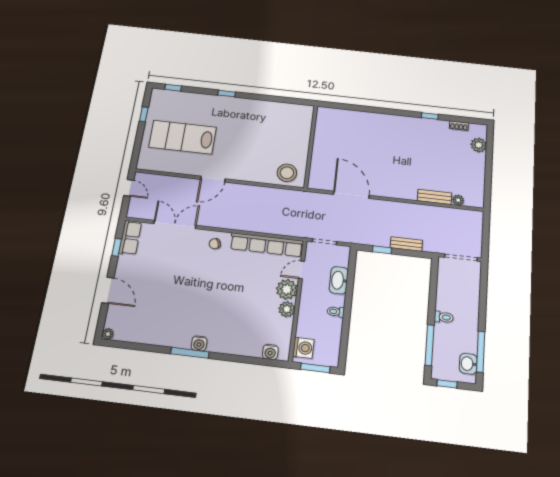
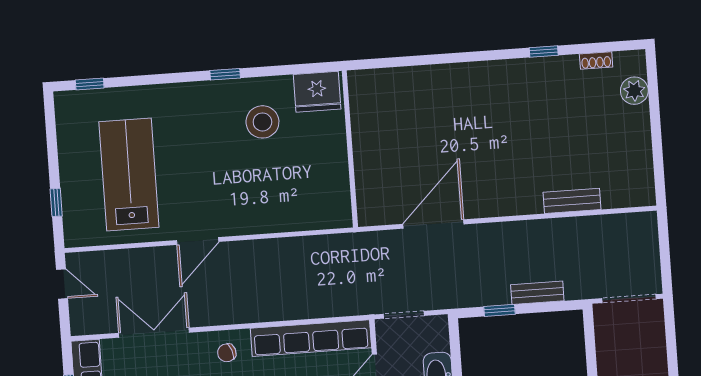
window: (227, 94) -> (225, 74), moved
window: (144, 114) -> (56, 202), moved
fridge: (298, 114) -> (317, 92), added
lab bench: (183, 137) -> (129, 175), turned 90
stool: (287, 173) -> (262, 122), moved
door: (351, 195) -> (433, 224), hinge flipped
plant: (458, 200) -> (612, 199), removed

